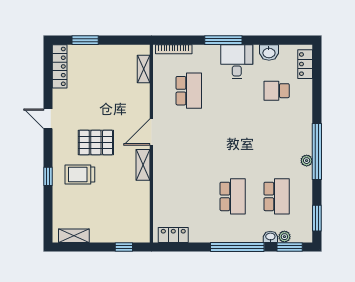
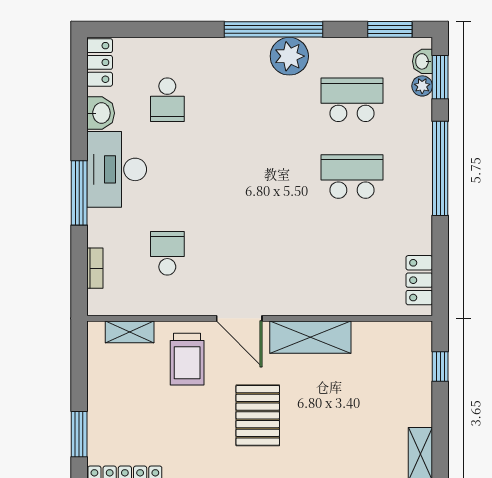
bookcase: (174, 49) -> (95, 268), width x0.64
desk: (237, 62) -> (117, 169), width x1.37
locker: (305, 64) -> (100, 62), moved, turned -90
school desk: (189, 91) -> (167, 253), width x0.54
plant: (307, 161) -> (289, 56), width x1.88, depth x1.88
shelving: (143, 165) -> (310, 337), width x1.50, depth x1.33
trolley: (80, 174) -> (187, 359), moved
washbasin: (270, 237) -> (423, 61), moved

